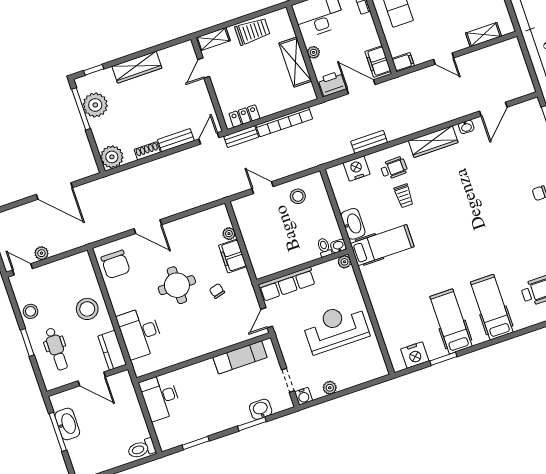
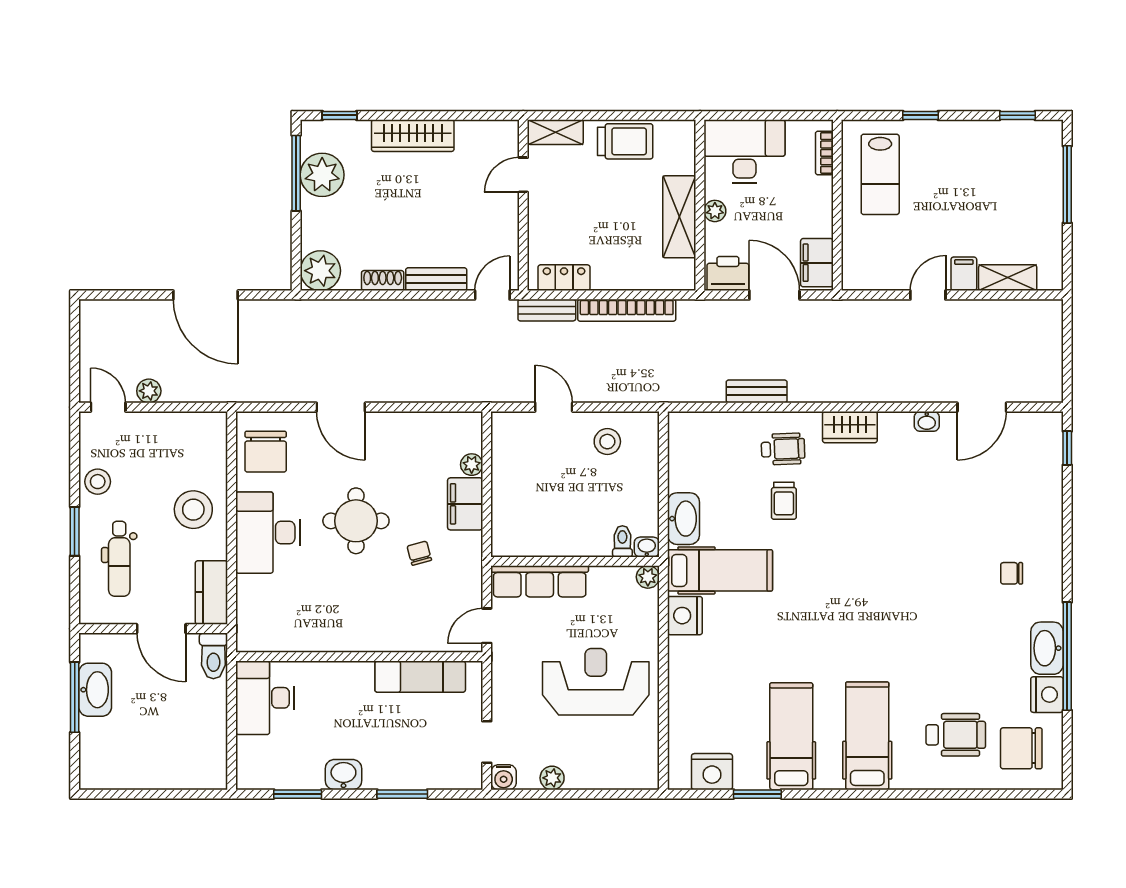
door: (444, 59) -> (928, 295), swing flipped
filing cabinet: (403, 62) -> (964, 274), moved, turned -90
wardrobe: (433, 142) -> (850, 427), width x0.67
nightstand: (357, 169) -> (685, 616), moved, turned -90
desk: (140, 333) -> (268, 533), moved
washbasin: (261, 409) -> (343, 775), moved
toilet: (141, 449) -> (213, 656), moved, turned -90

